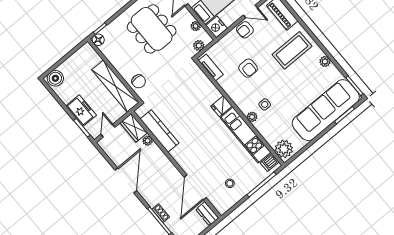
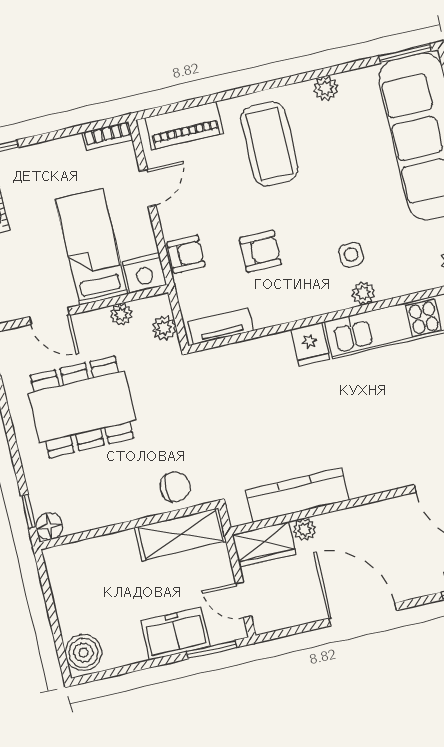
armchair: (245, 30) -> (186, 254), moved, turned -90
shelving: (115, 86) -> (180, 534), width x0.68

